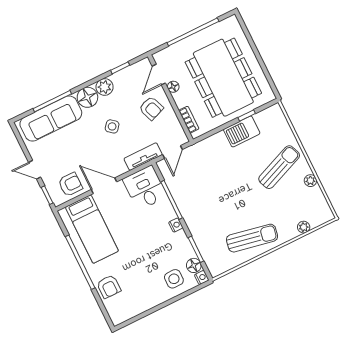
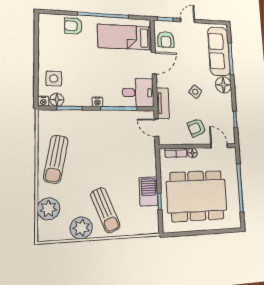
plant: (105, 87) -> (226, 101), removed
floor lamp: (173, 87) -> (192, 153), moved
plant: (310, 181) -> (81, 228), width x1.88, depth x1.88
plant: (304, 227) -> (48, 209), width x1.87, depth x1.87

